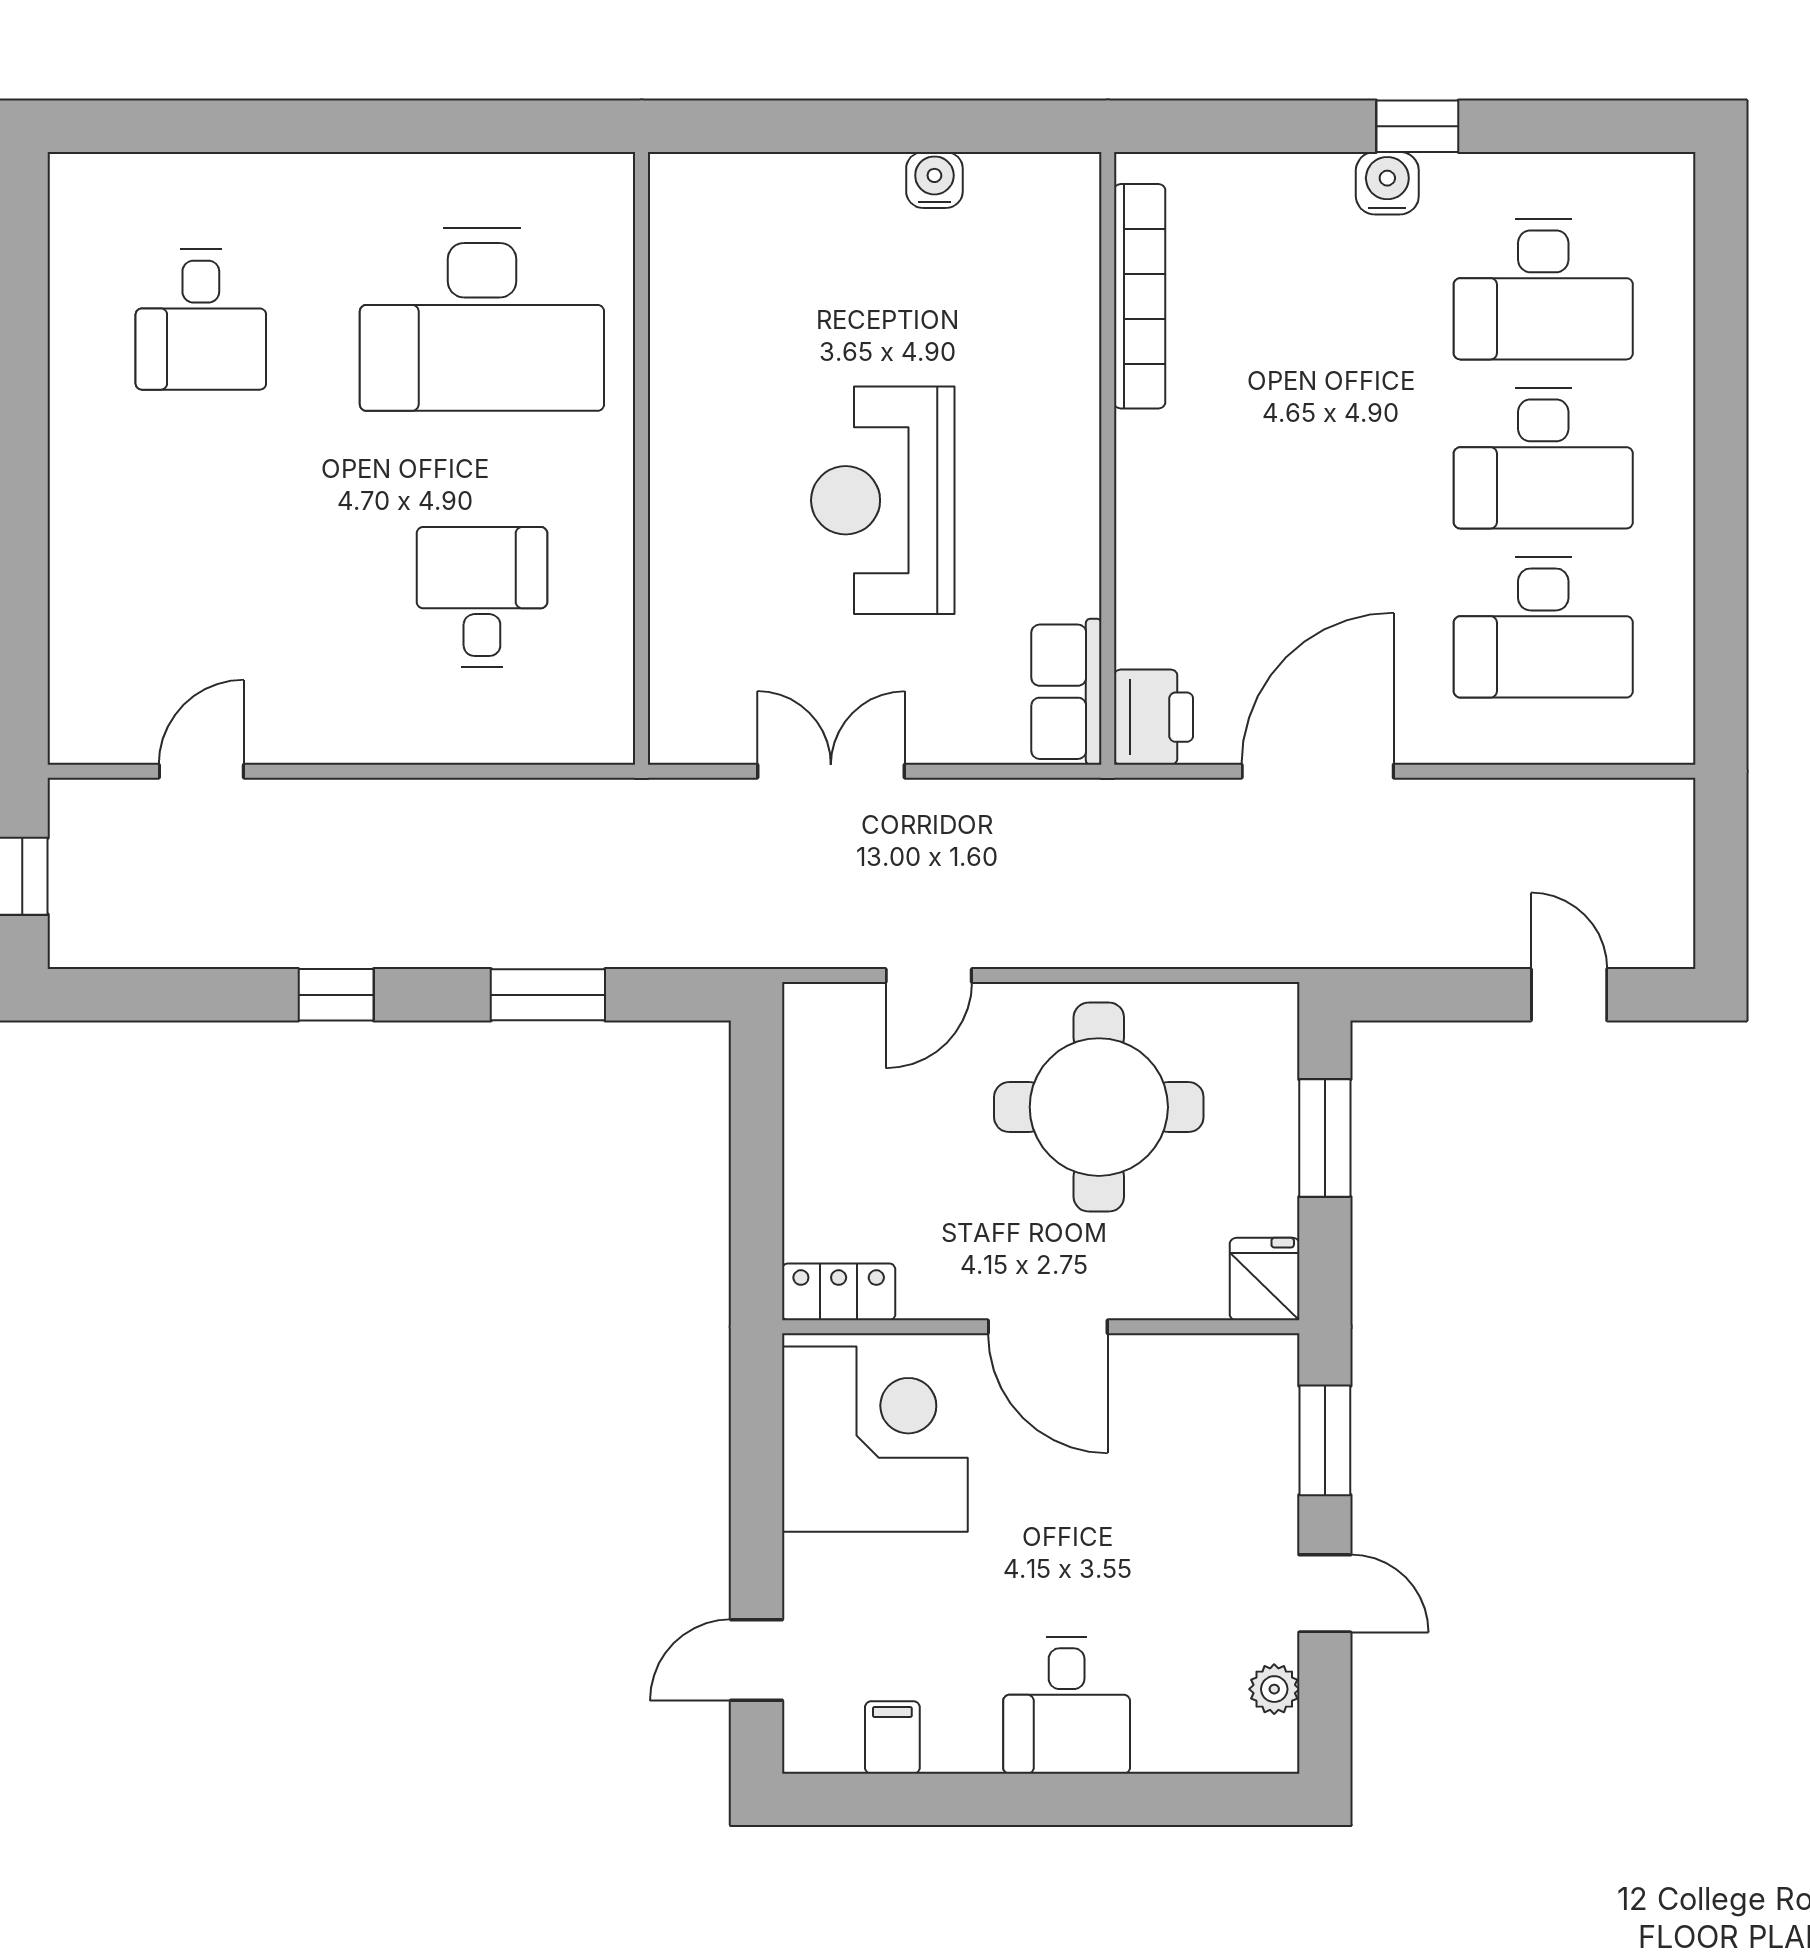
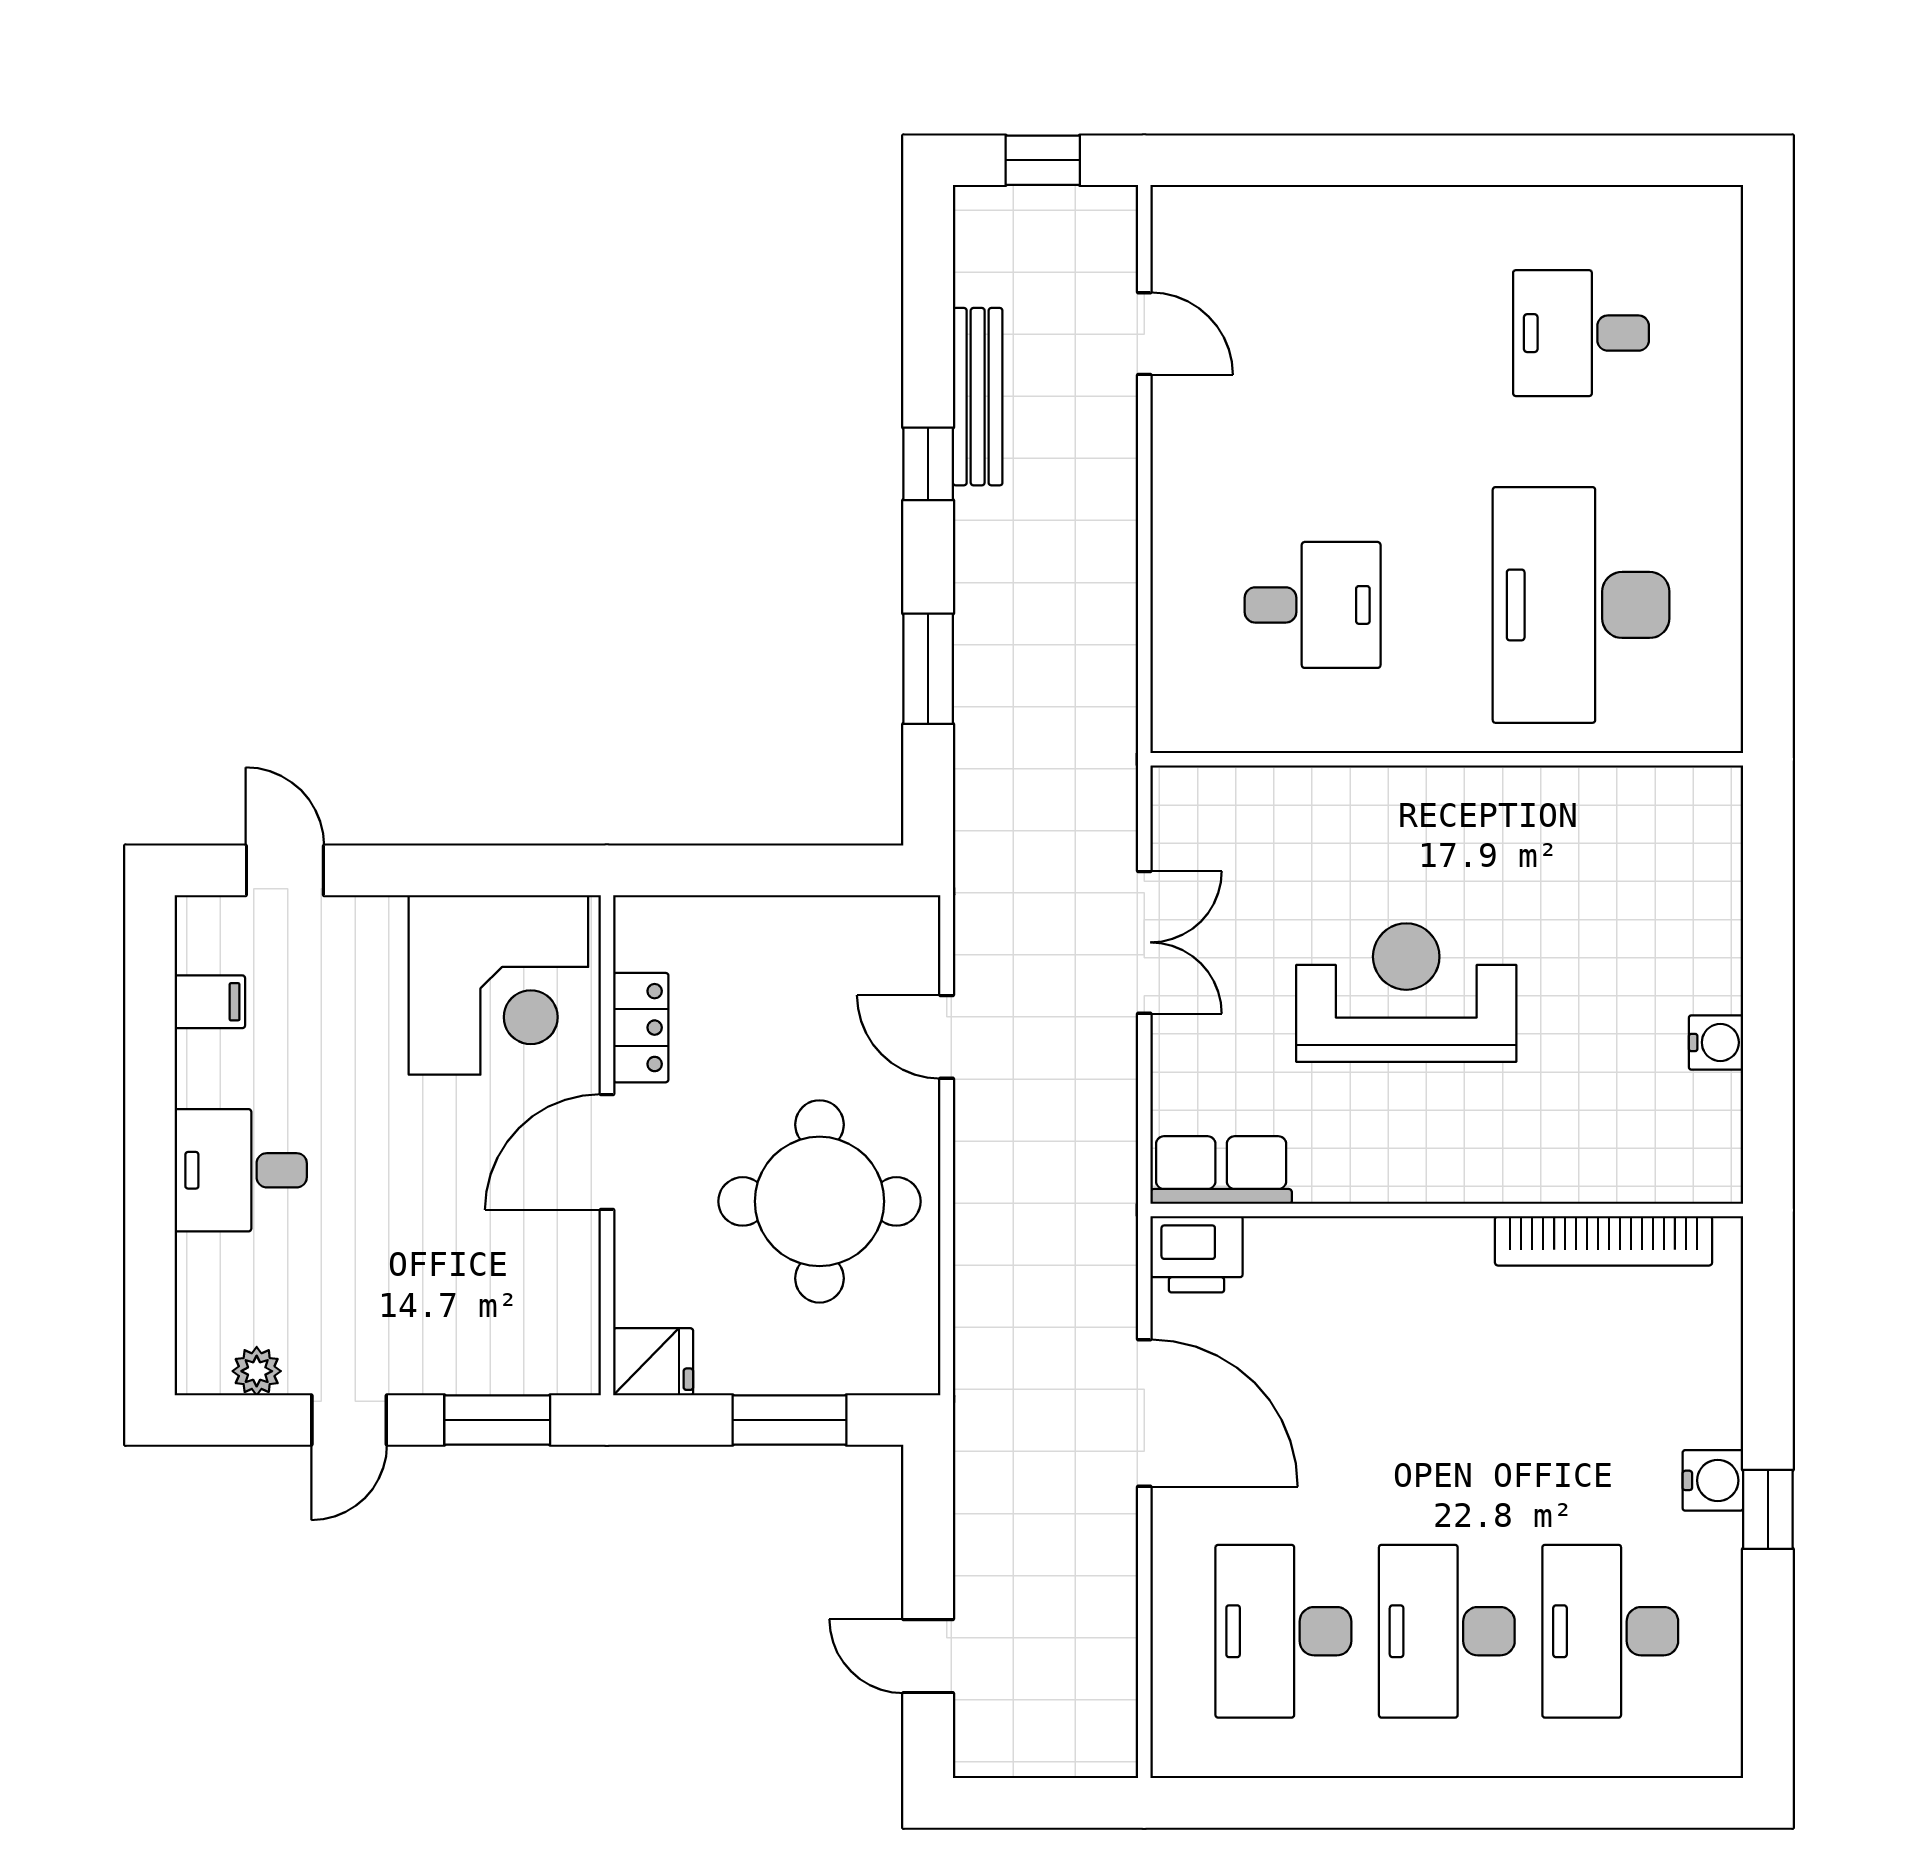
bench: (267, 944) -> (978, 397), added
door: (1569, 995) -> (928, 1656), swing flipped
locker: (839, 1292) -> (641, 1028), moved

